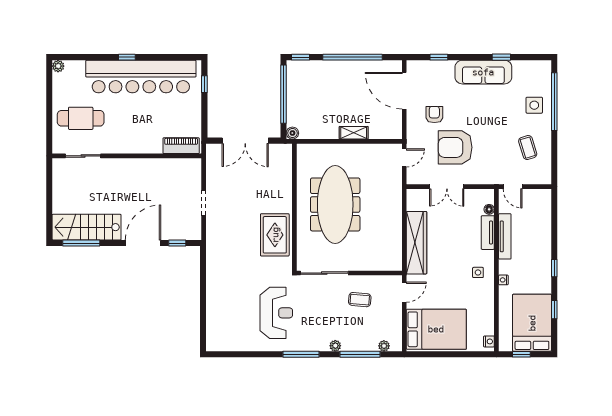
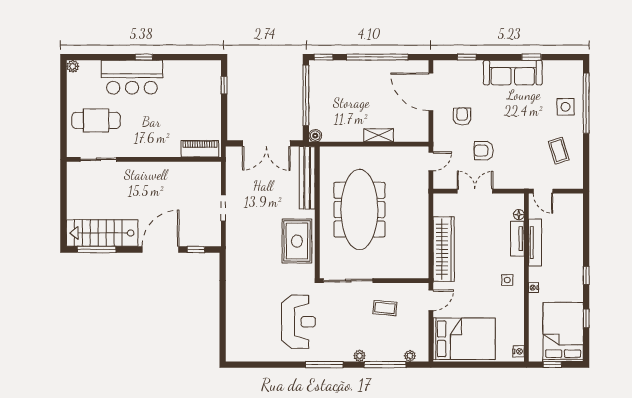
bar counter: (141, 77) -> (132, 77), width x0.54
armchair: (455, 147) -> (484, 151), width x0.53, depth x0.53
bench: (285, 174) -> (307, 178), added
double door: (447, 187) -> (475, 191), swing flipped

